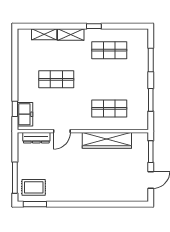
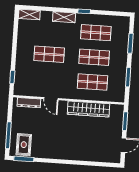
shelving: (44, 34) -> (29, 14), moved
shop shelf: (109, 79) -> (94, 57), added
freezer: (25, 114) -> (21, 82), removed
door: (62, 131) -> (51, 99), hinge flipped
rug: (34, 187) -> (24, 145), turned 90

